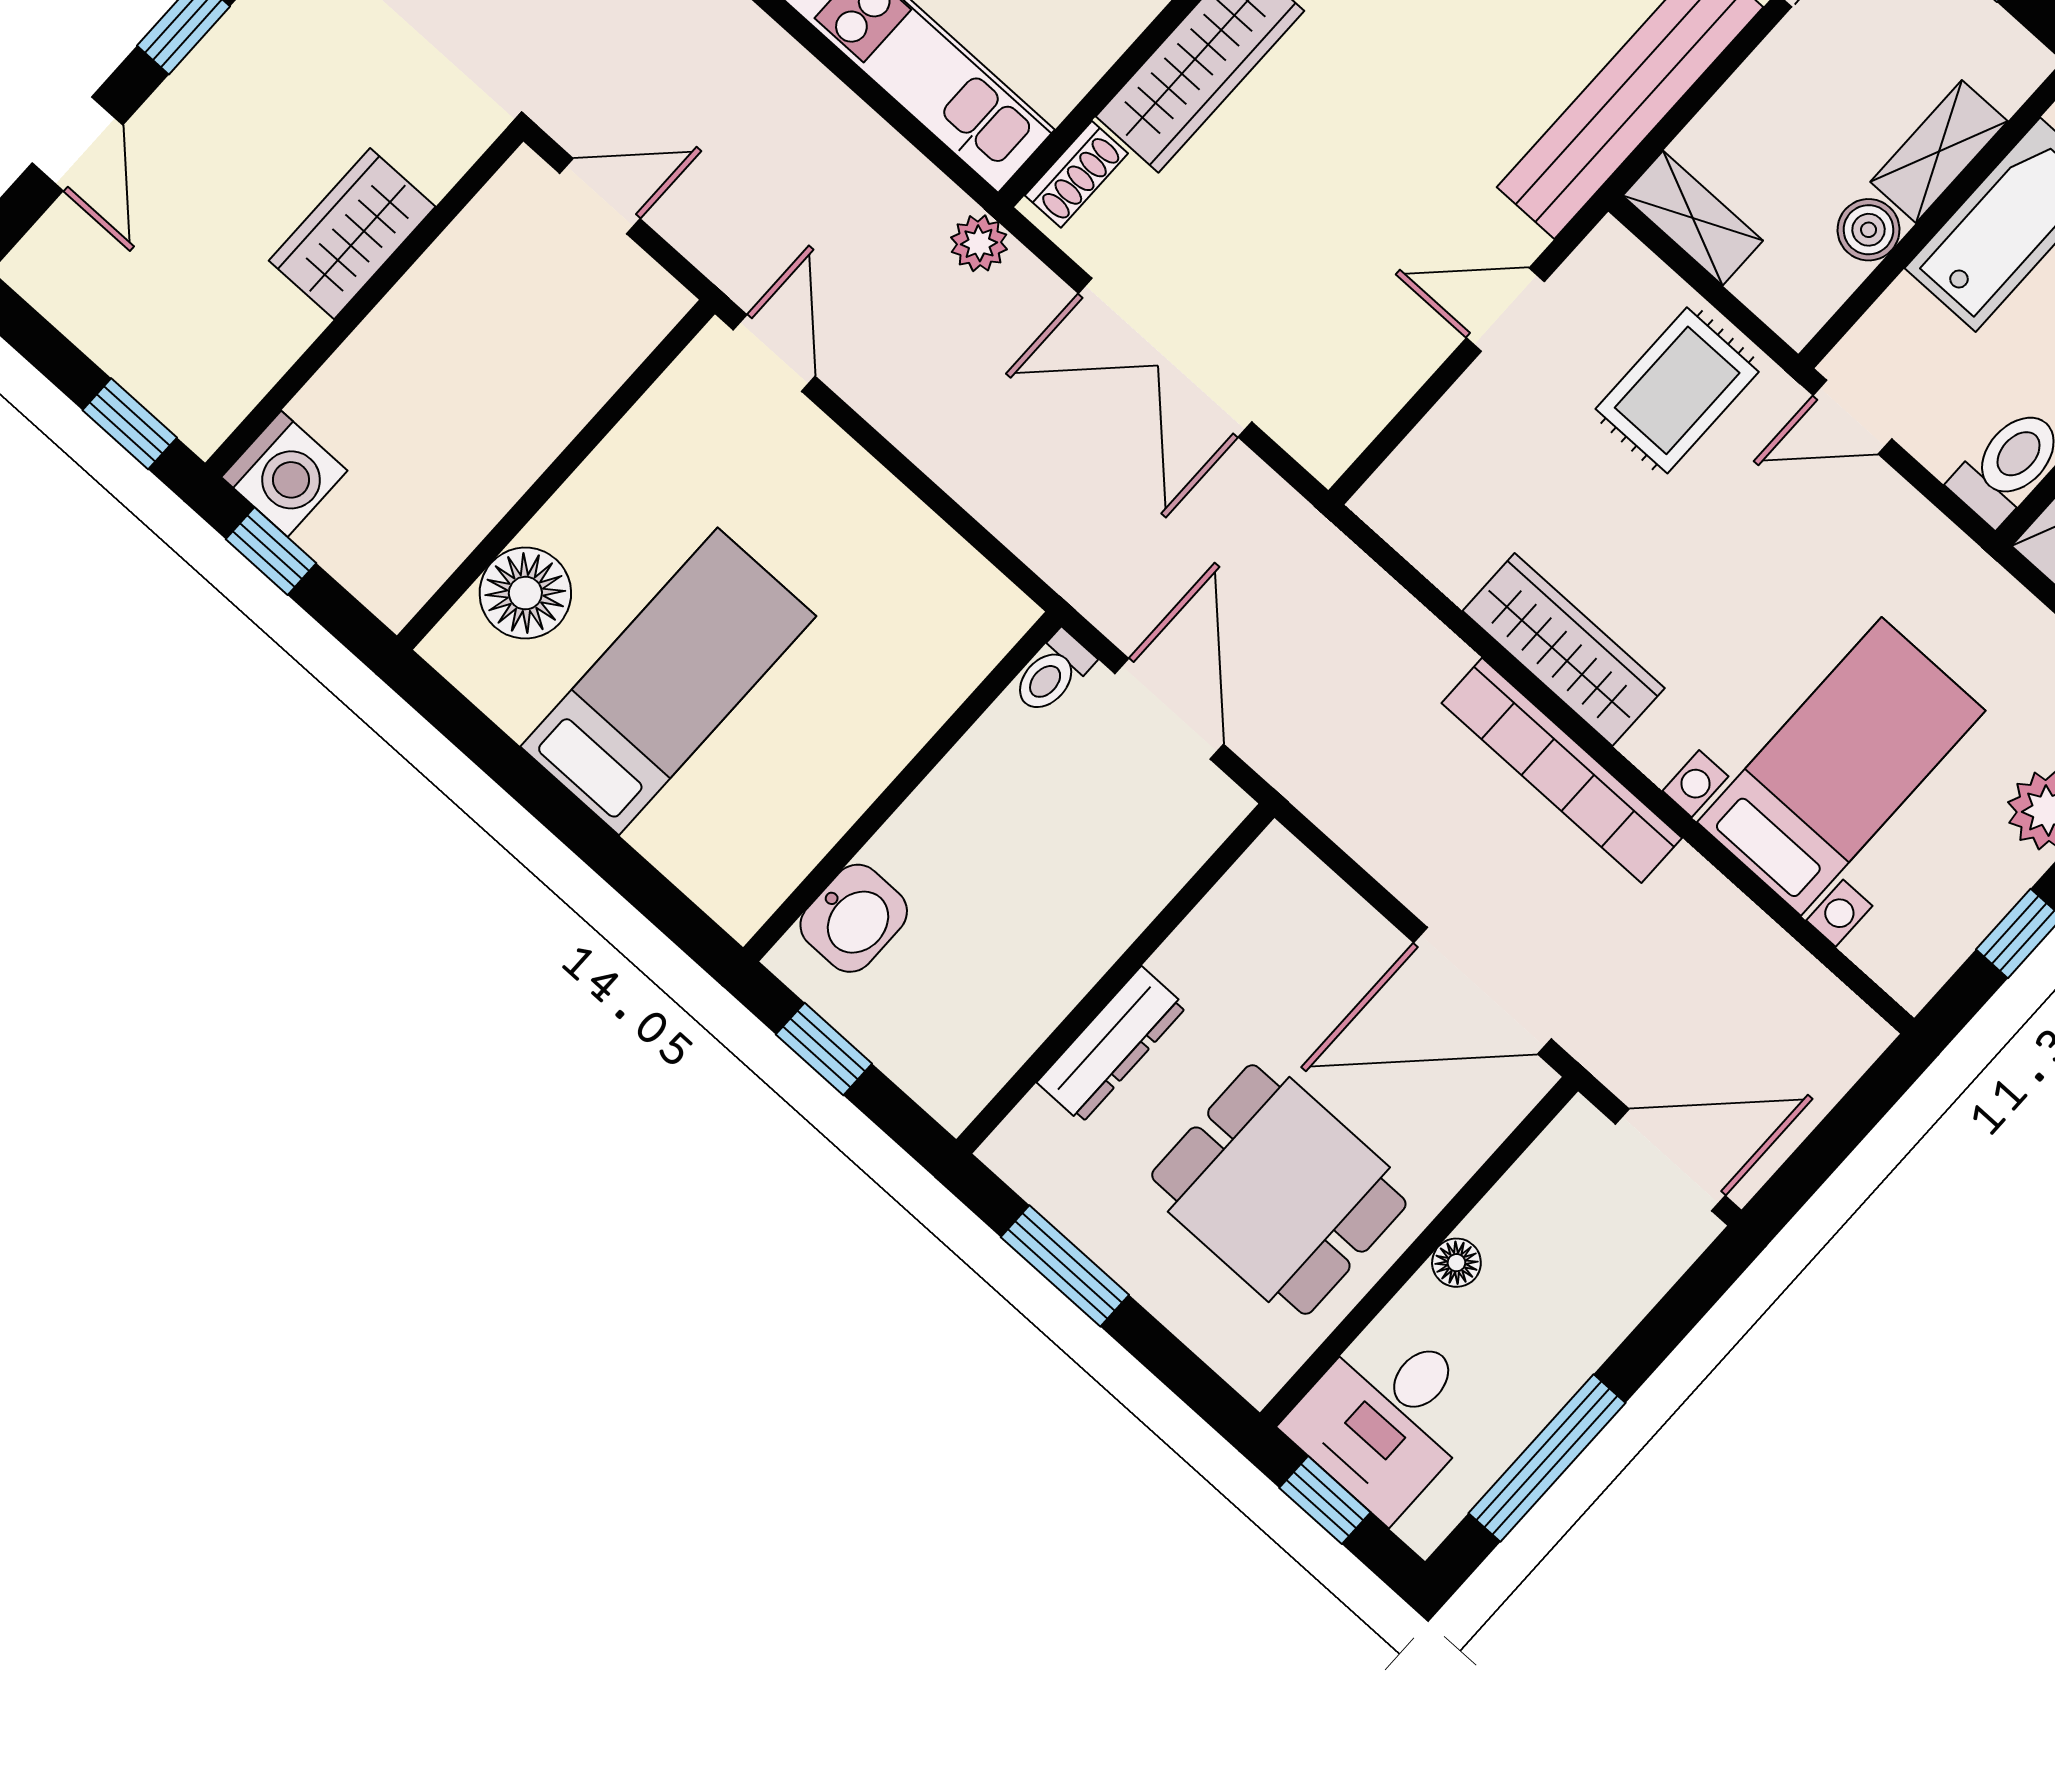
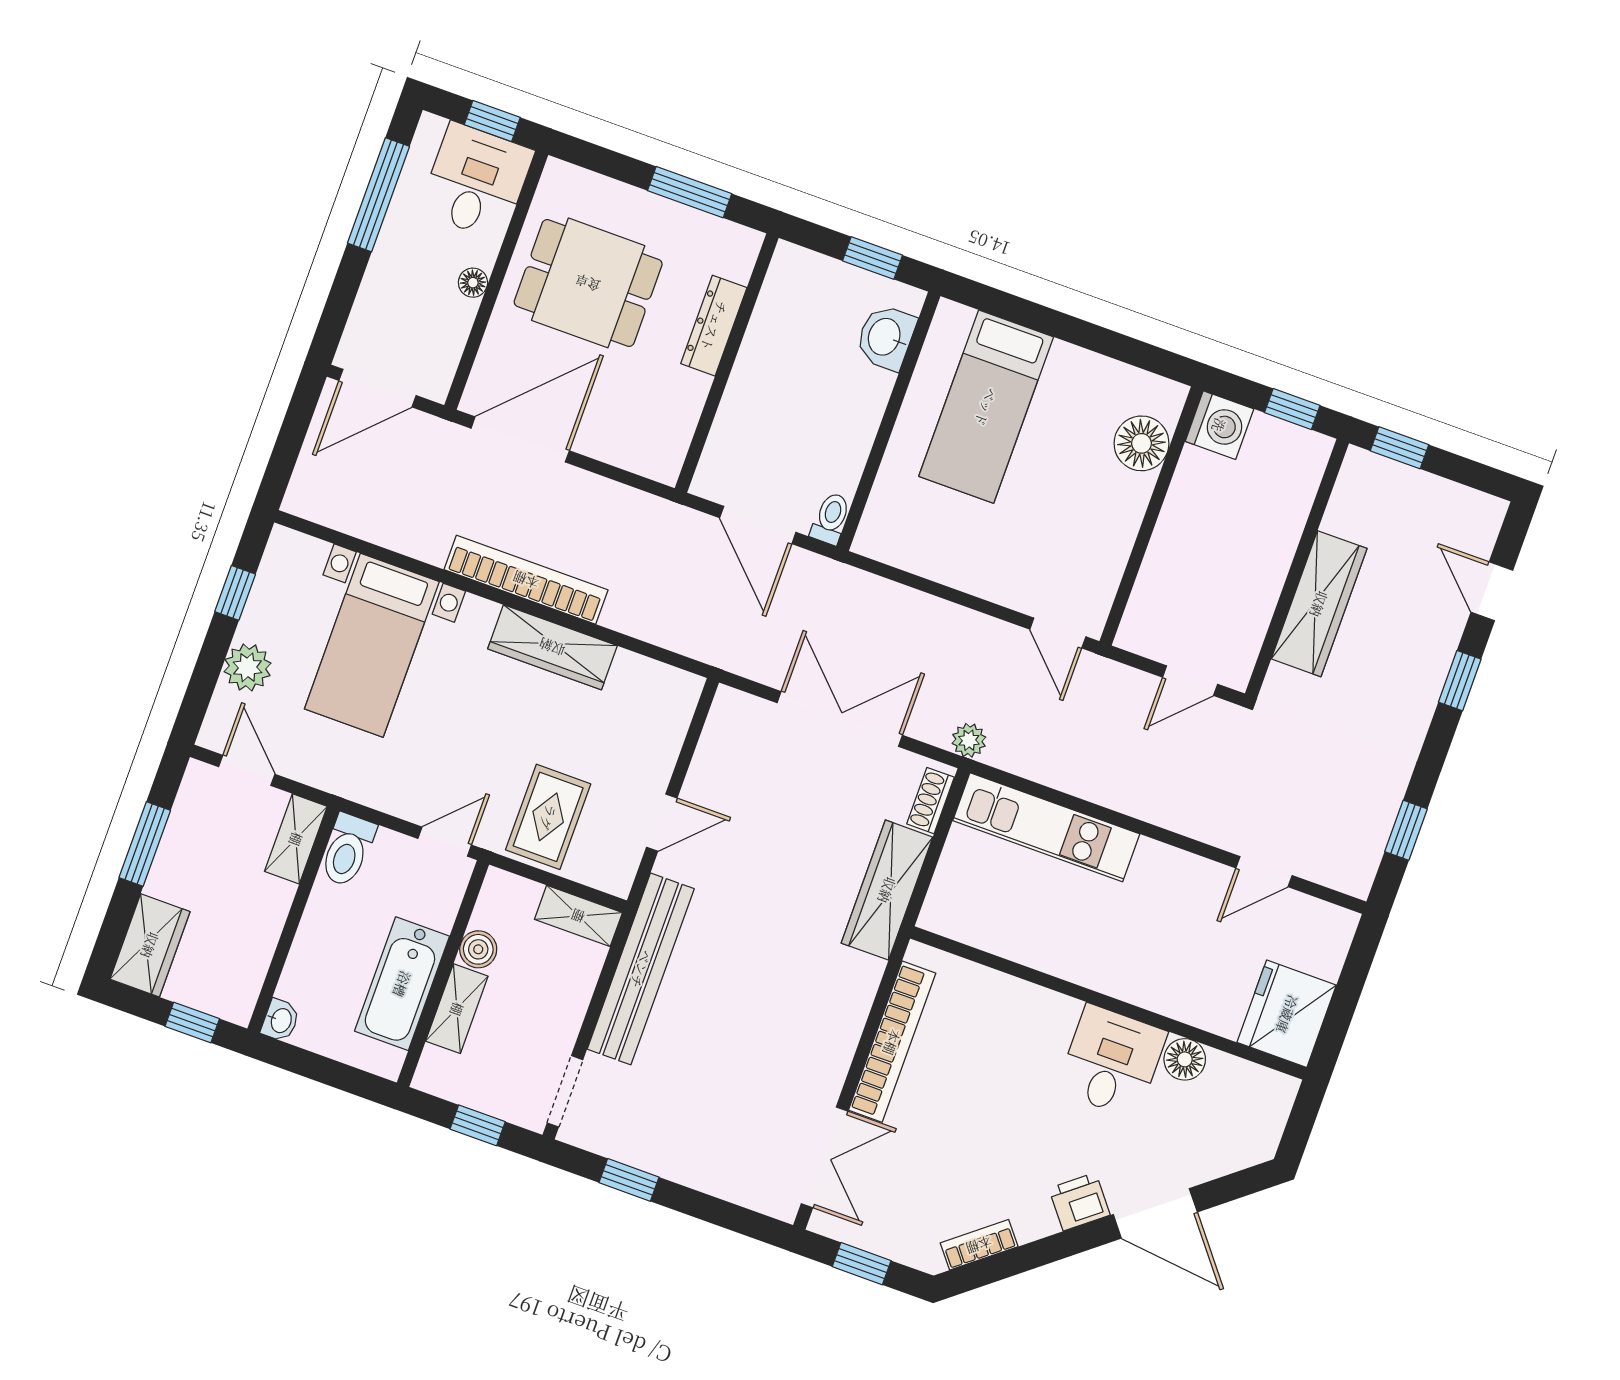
wardrobe: (352, 234) -> (1319, 604), width x1.50
washing machine: (284, 474) -> (1219, 425), moved, turned 180
bed: (668, 681) -> (986, 407), moved

